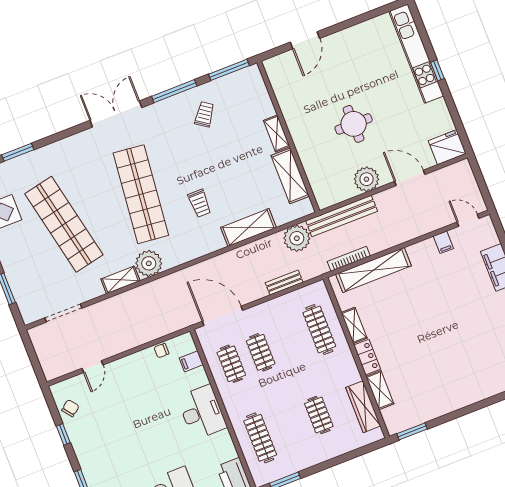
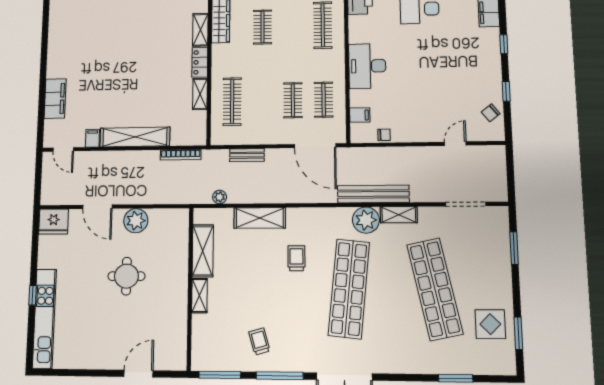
trolley: (204, 114) -> (259, 341), turned 129
bench: (342, 216) -> (373, 194), moved
plant: (297, 238) -> (220, 197), width x0.53, depth x0.53
shelving: (374, 270) -> (135, 137), moved

